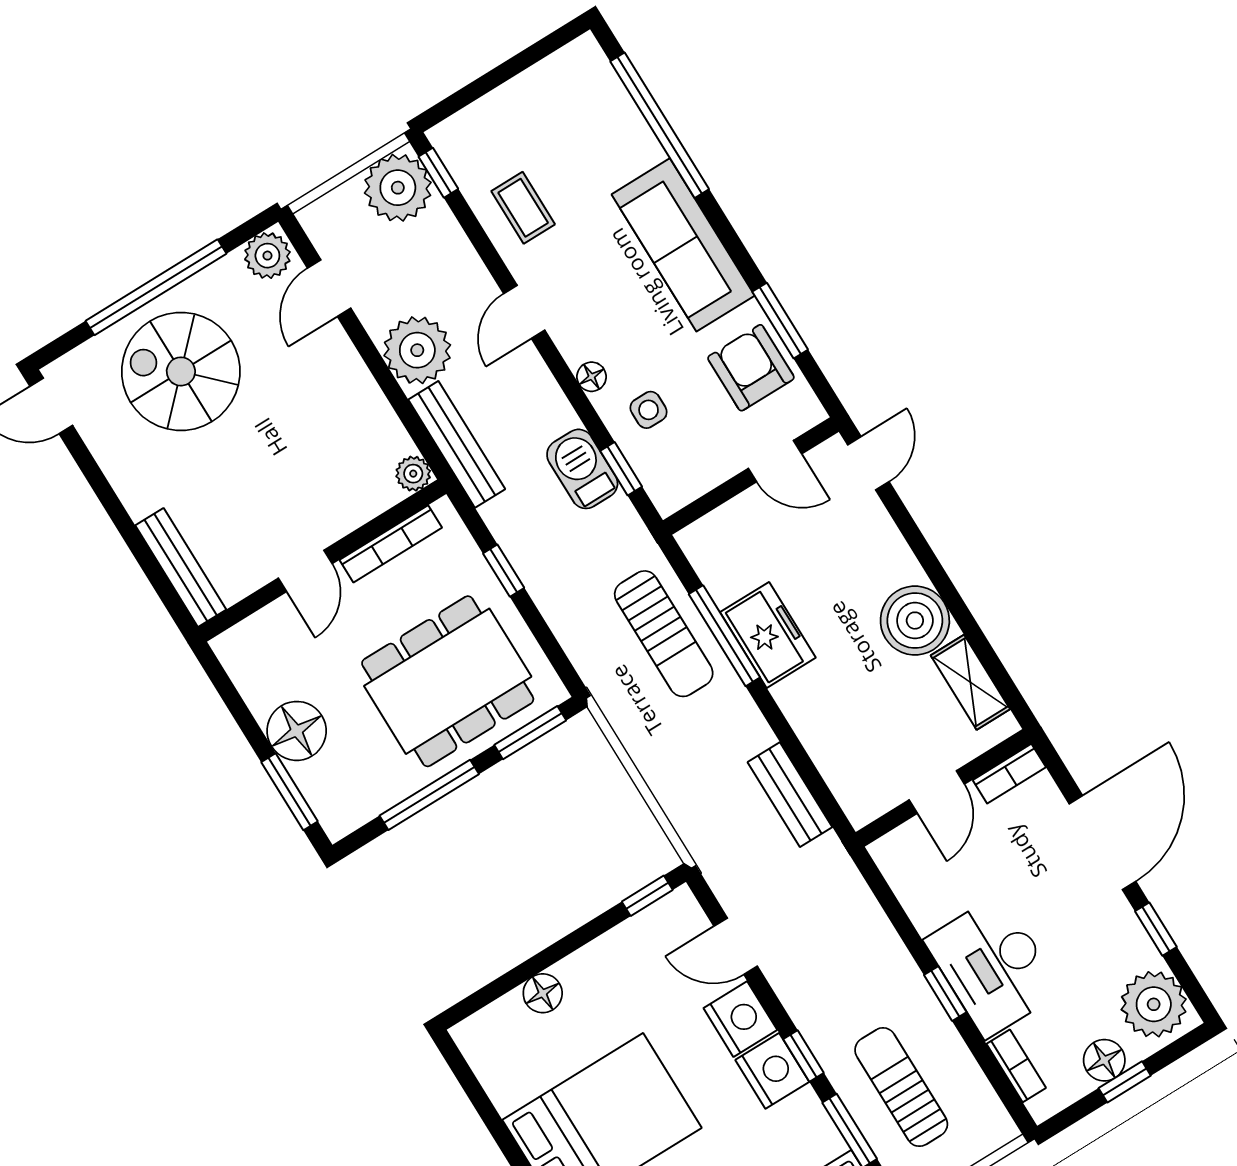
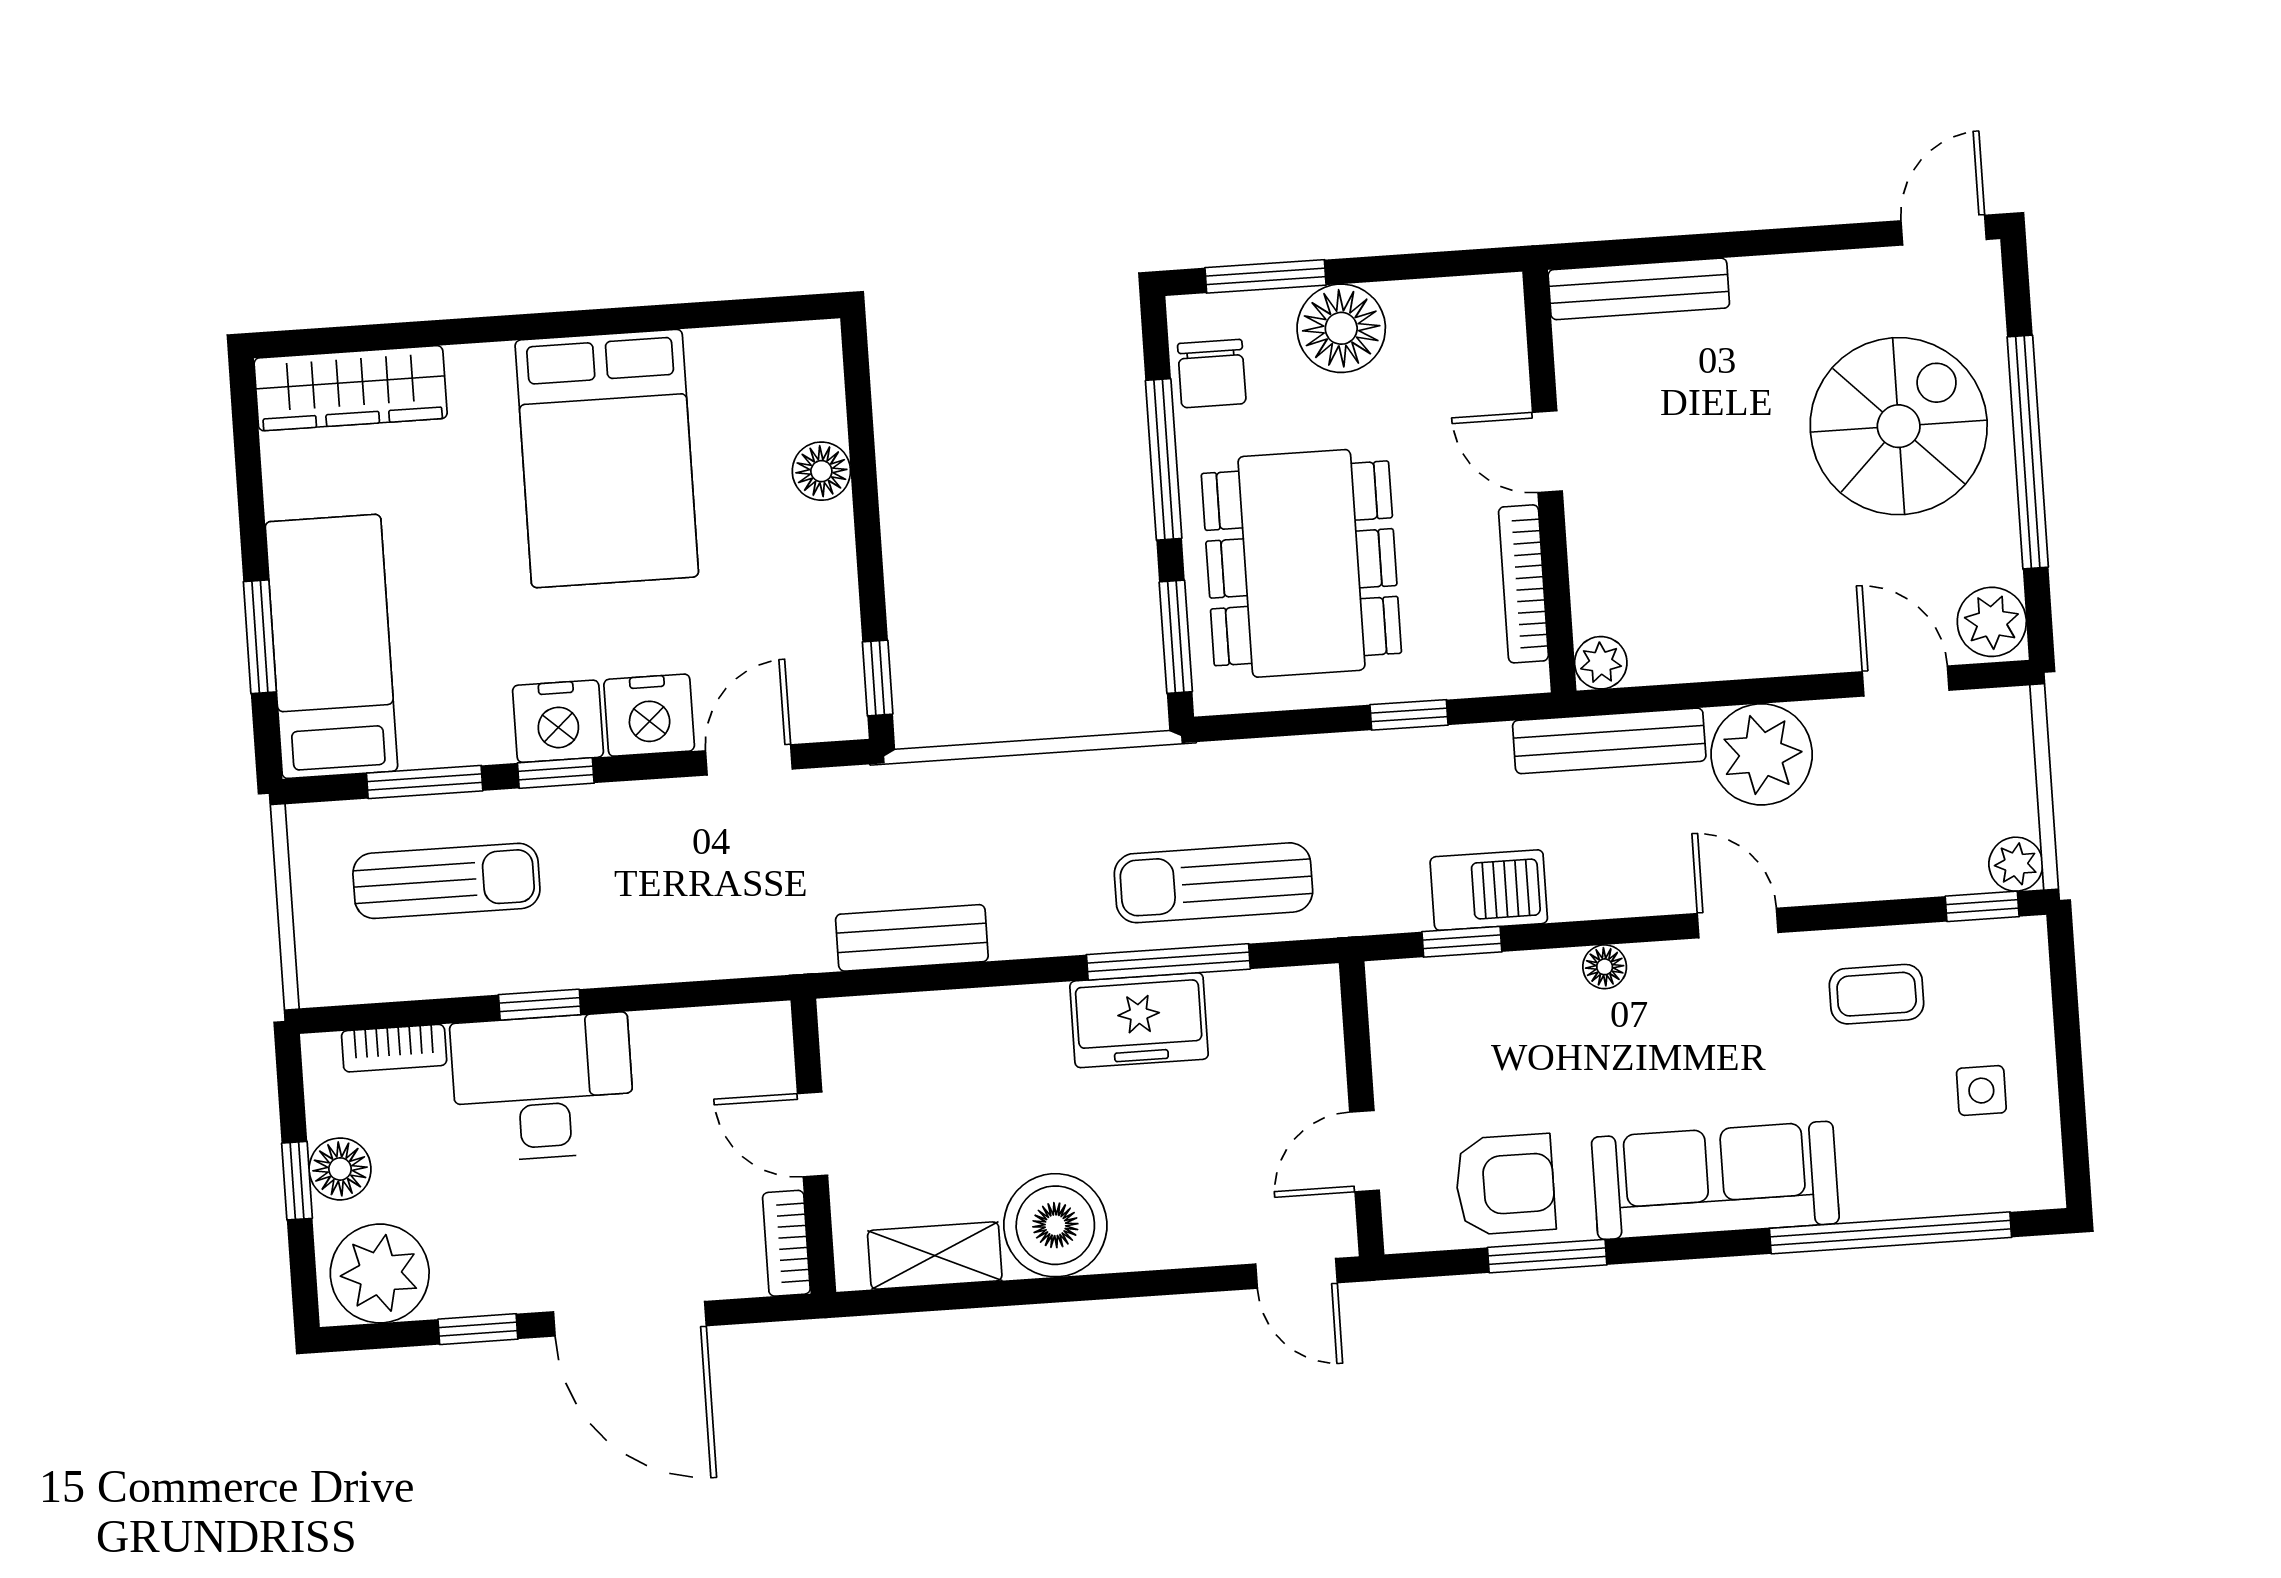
plant: (398, 188) -> (2016, 864), width x0.53, depth x0.53
side table: (649, 410) -> (1981, 1091), moved
chair: (364, 793) -> (1212, 373), added

